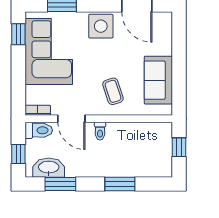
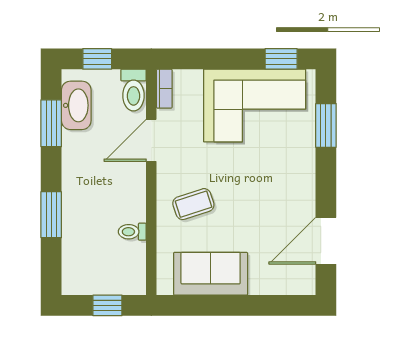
side table: (101, 26) -> (293, 185), removed
toilet: (100, 131) -> (132, 232), moved

